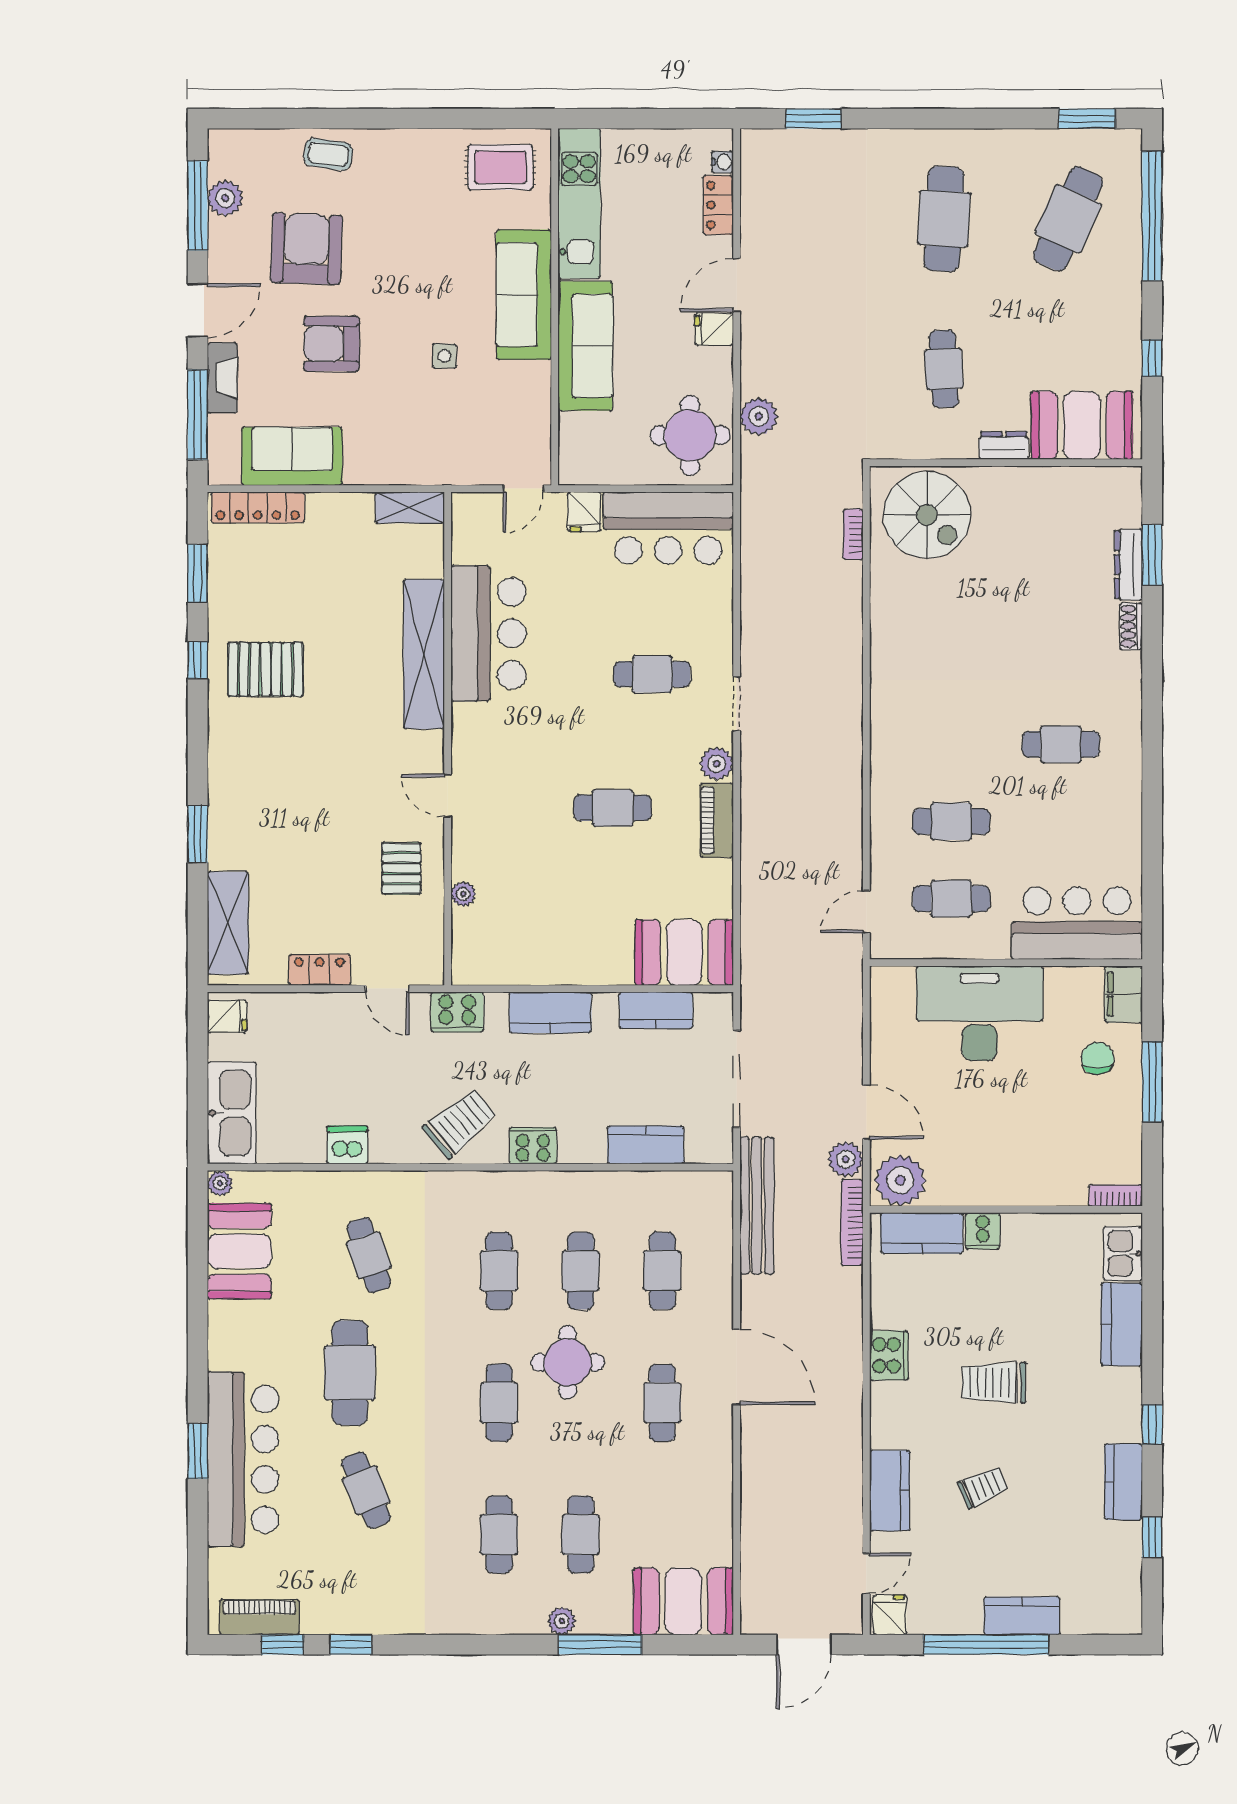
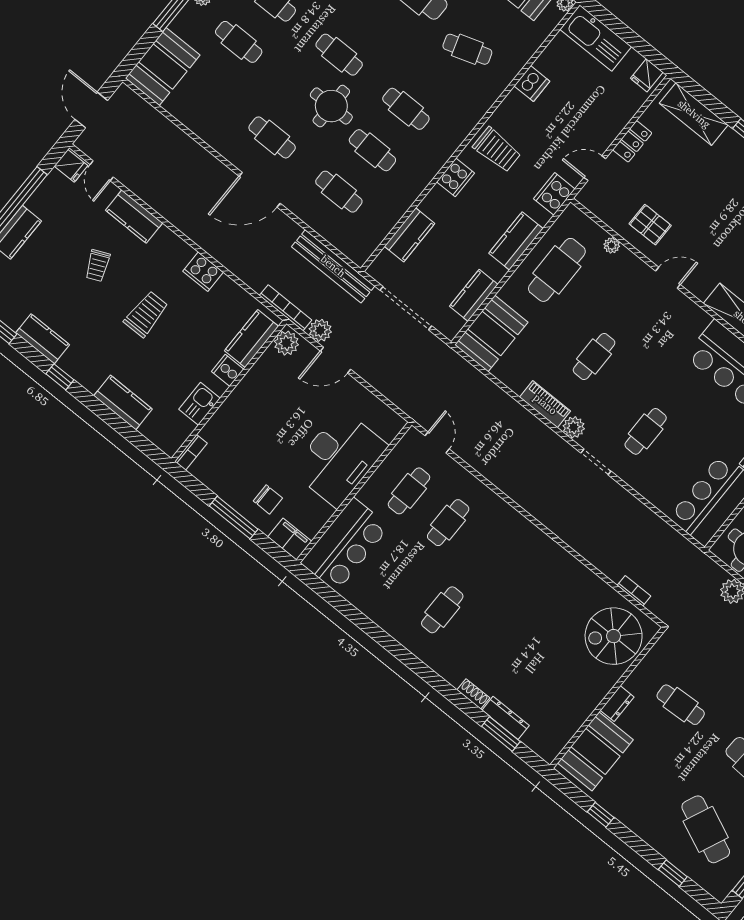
window: (1152, 216) -> (673, 873), width x0.32
cafe table: (545, 936) -> (557, 270), added
trolley: (460, 1123) -> (497, 150), turned -50
plant: (900, 1180) -> (286, 343), width x0.73, depth x0.73
kitchen sink: (1123, 1254) -> (199, 404), moved, turned -90

